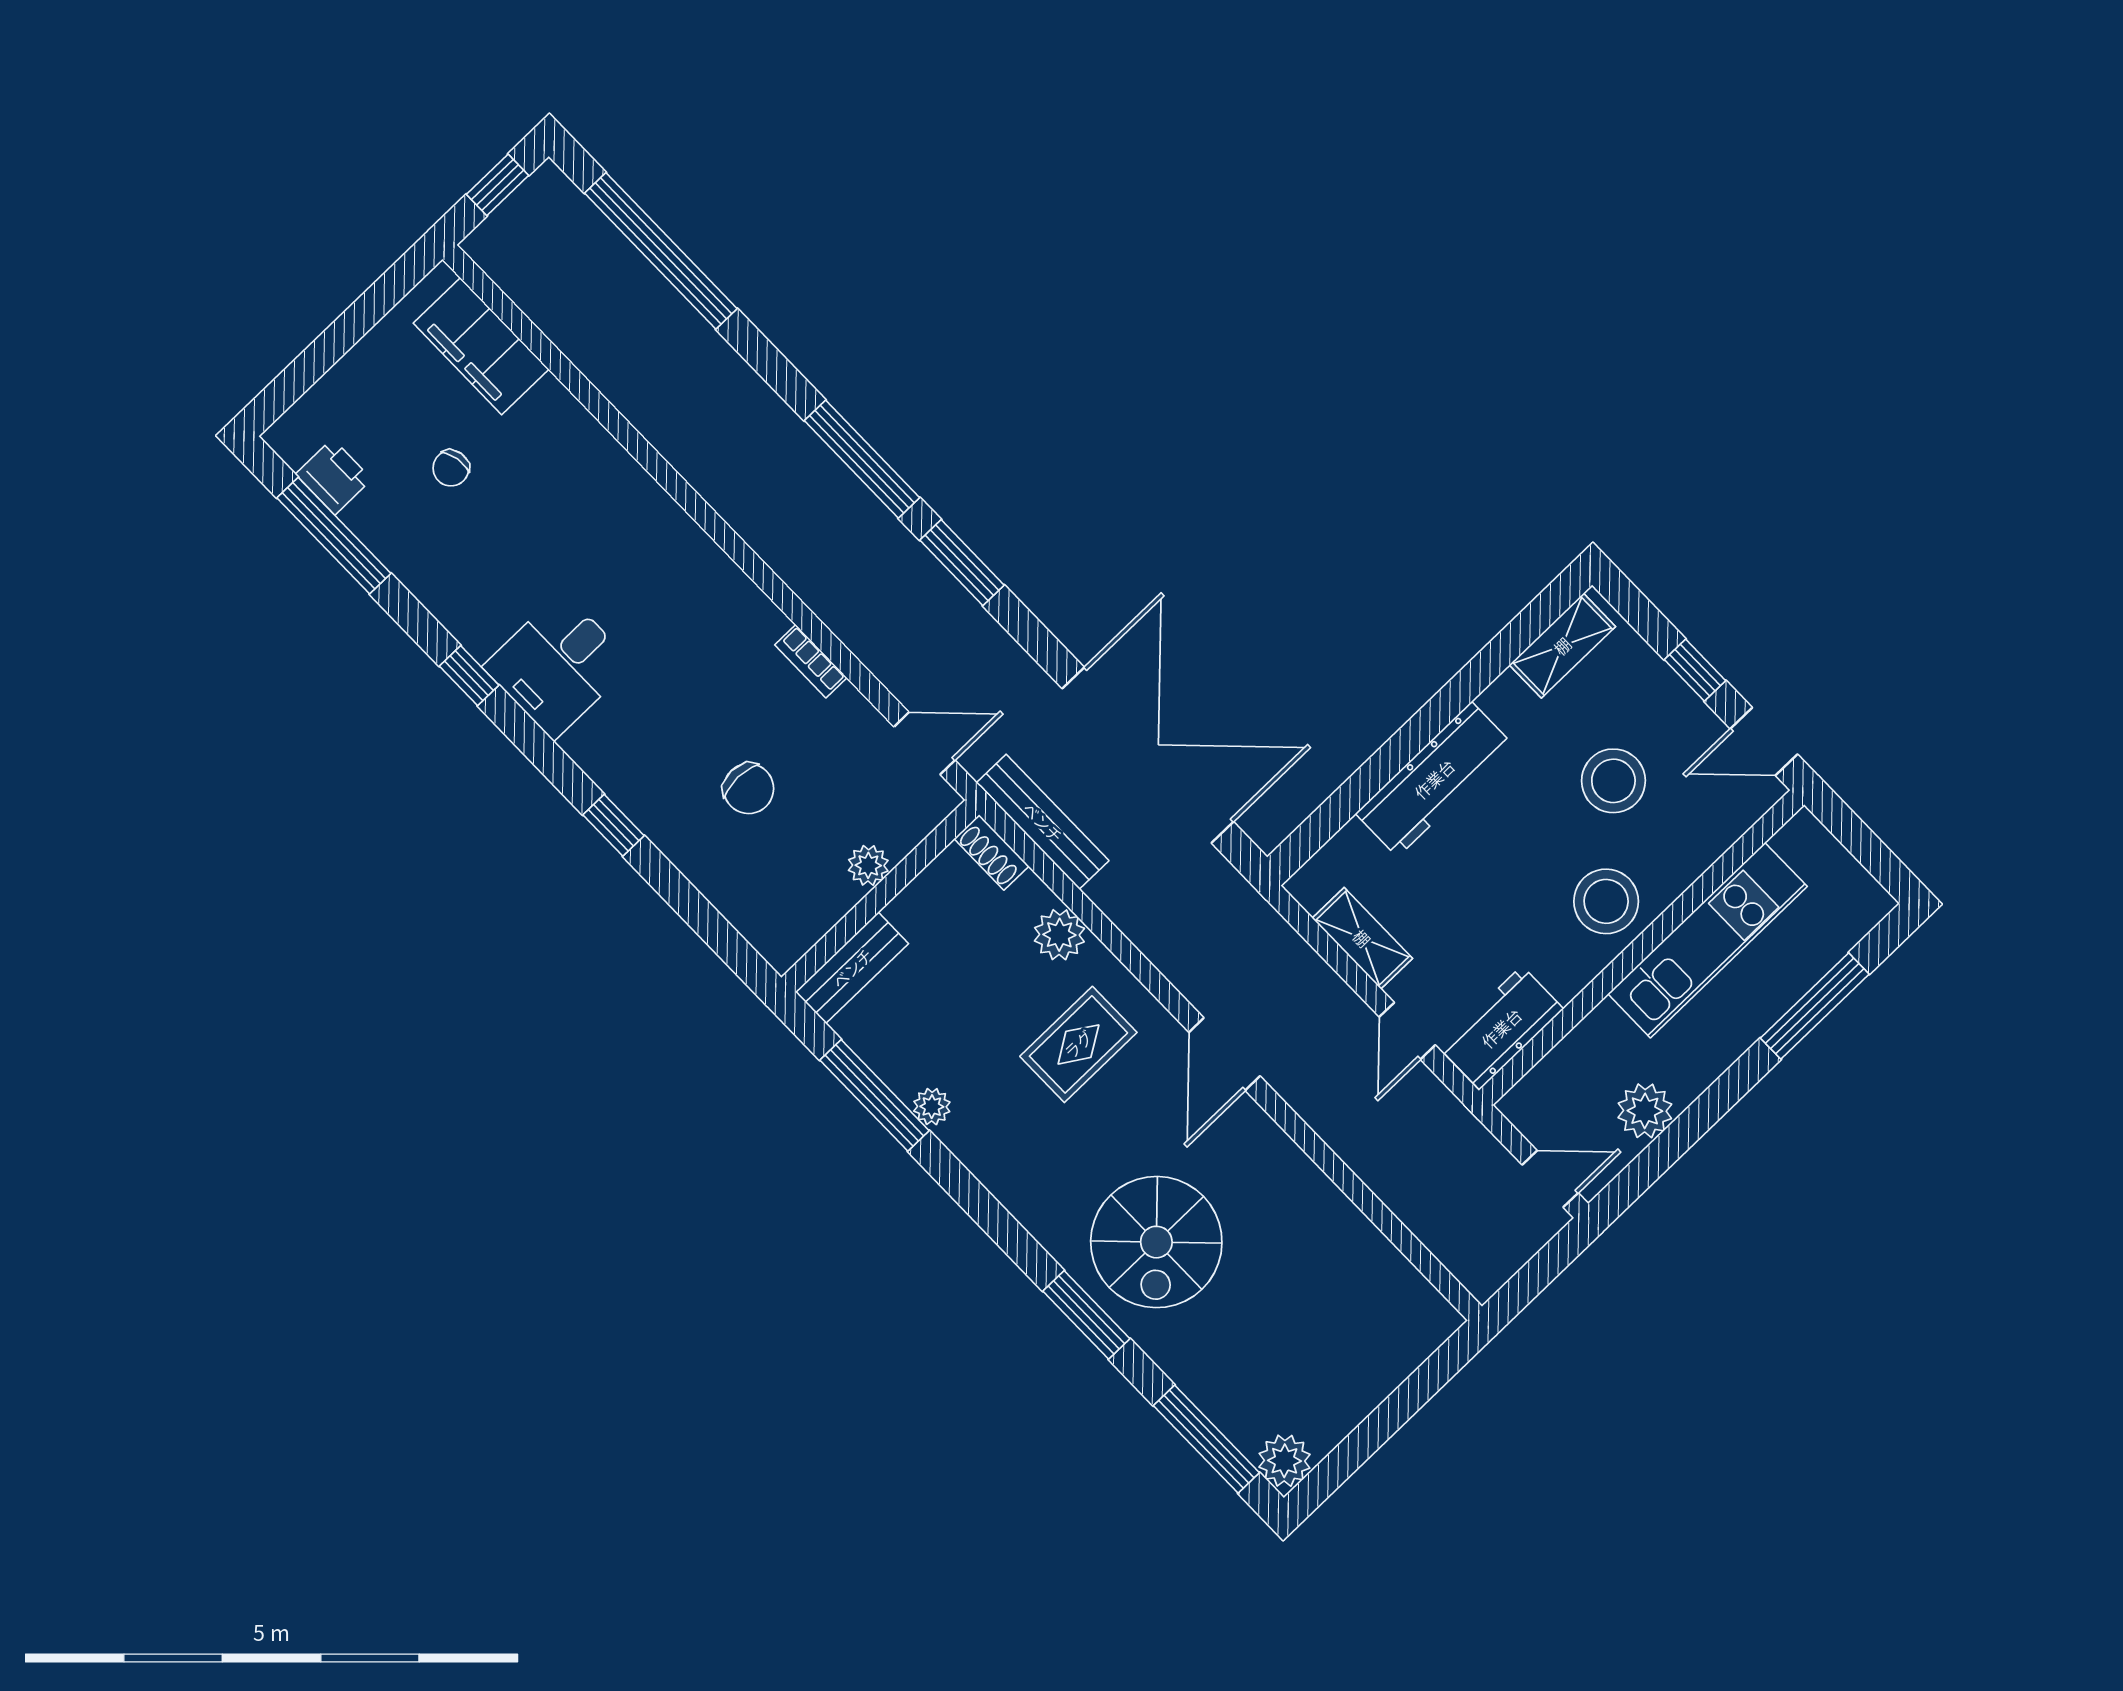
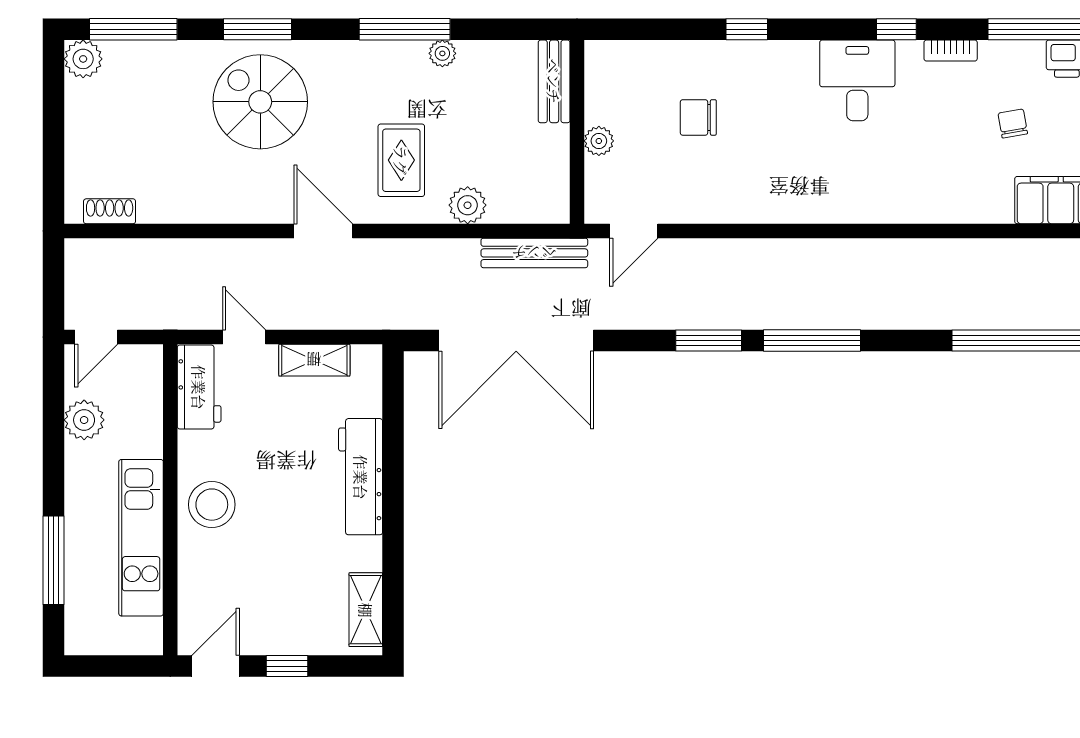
bookcase: (811, 661) -> (951, 51), moved, turned 180
stool: (1613, 781) -> (270, 569), removed
shoe rack: (992, 852) -> (110, 211), moved
window: (874, 1095) -> (405, 29), moved

